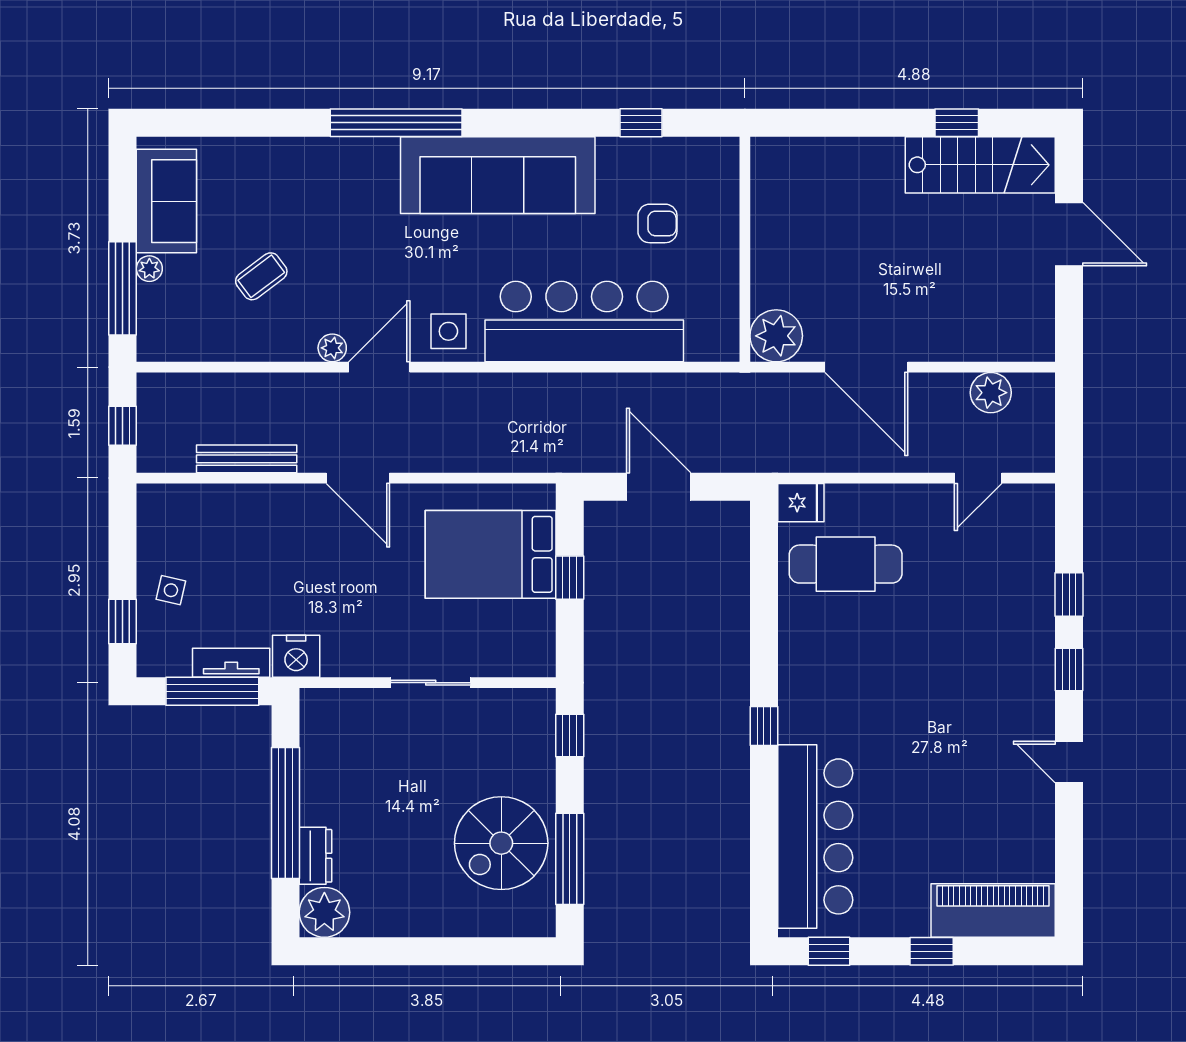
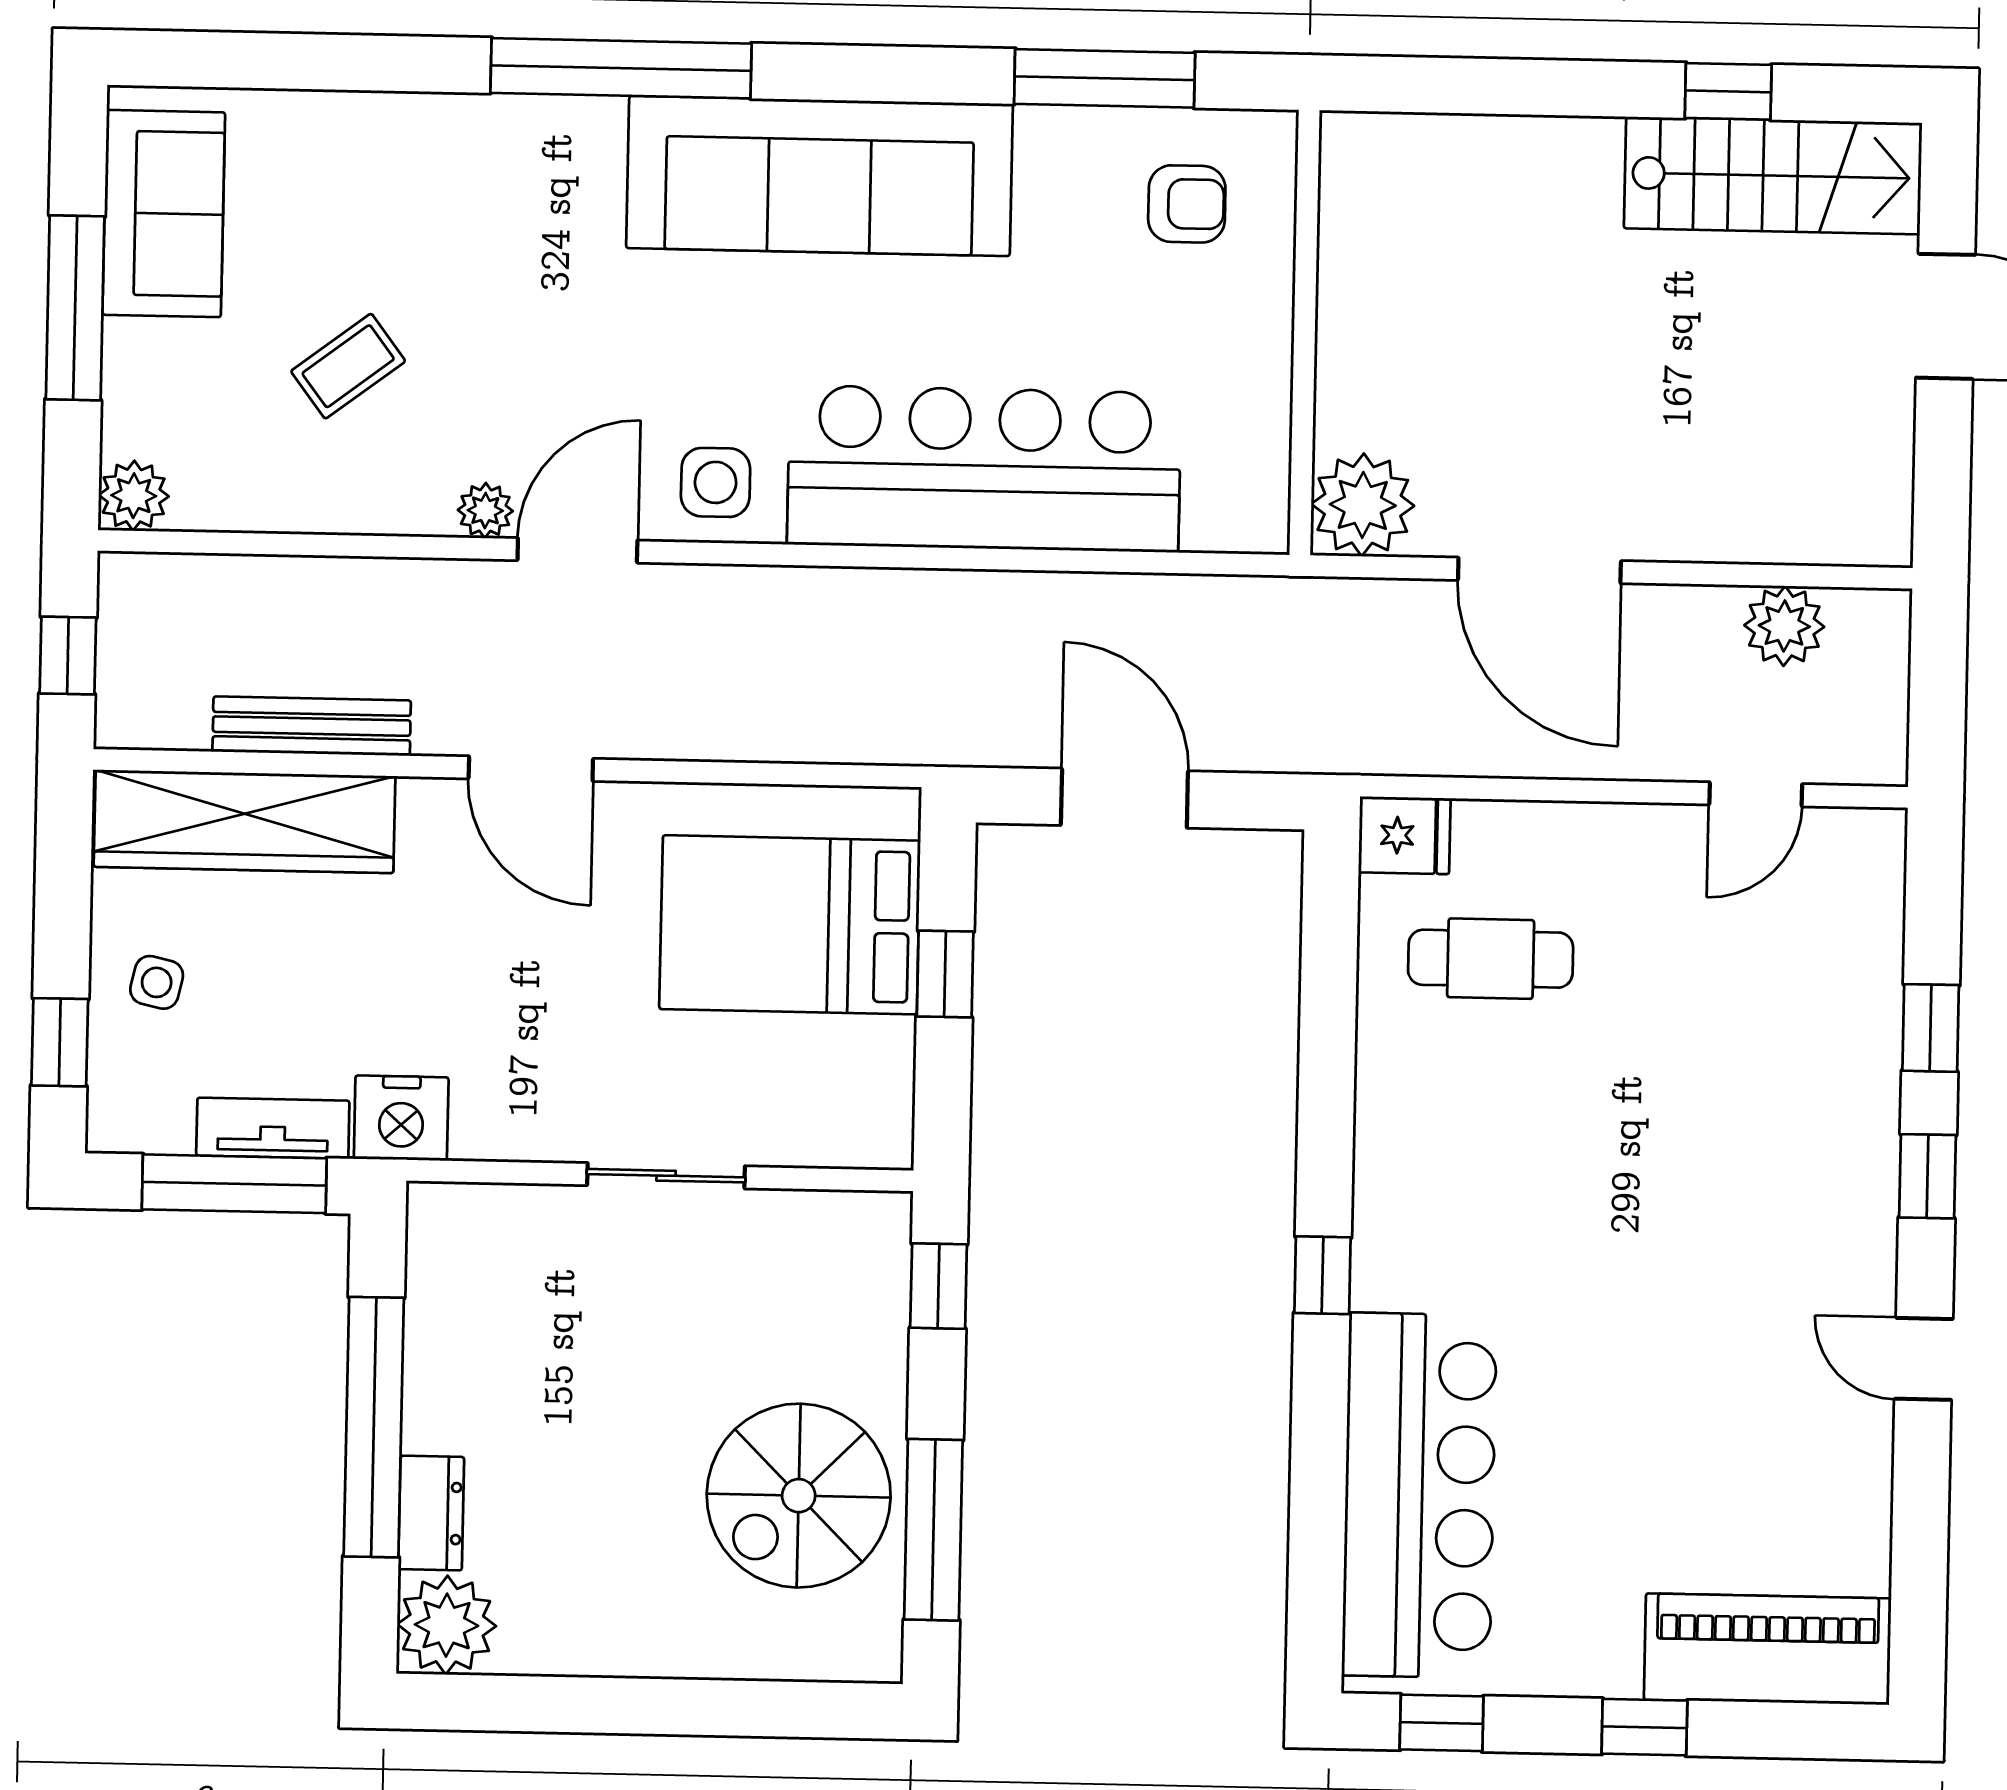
window: (641, 123) -> (1105, 78), width x2.17
armchair: (657, 223) -> (1187, 204), moved
plant: (149, 269) -> (134, 496), moved, width x1.38, depth x1.38
window: (123, 288) -> (75, 308), moved
wardrobe: (214, 508) -> (245, 821), added
cafe table: (846, 564) -> (1491, 959), width x0.73, depth x0.74

